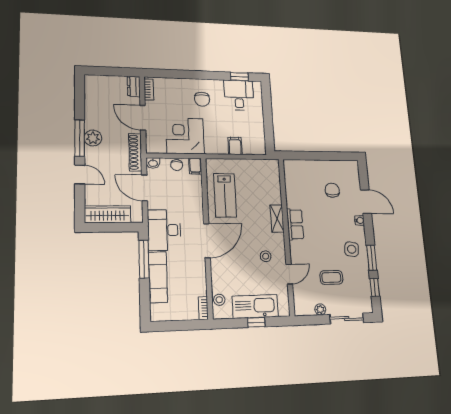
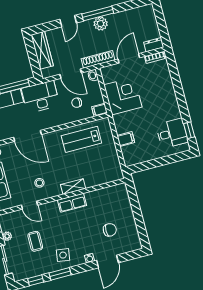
chair: (202, 99) -> (159, 103), removed
chair: (177, 165) -> (77, 103), moved
door: (144, 188) -> (71, 74), swing flipped
door: (207, 241) -> (27, 136), moved

